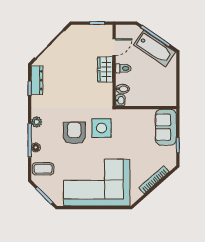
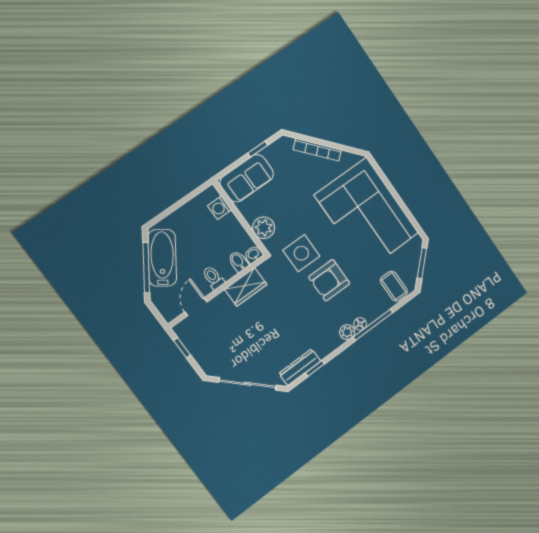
door: (114, 47) -> (196, 307), hinge flipped
wardrobe: (105, 69) -> (246, 287), moved
washing machine: (160, 100) -> (220, 208), added
plant: (131, 117) -> (264, 228), added
floor lamp: (36, 147) -> (360, 324), moved

